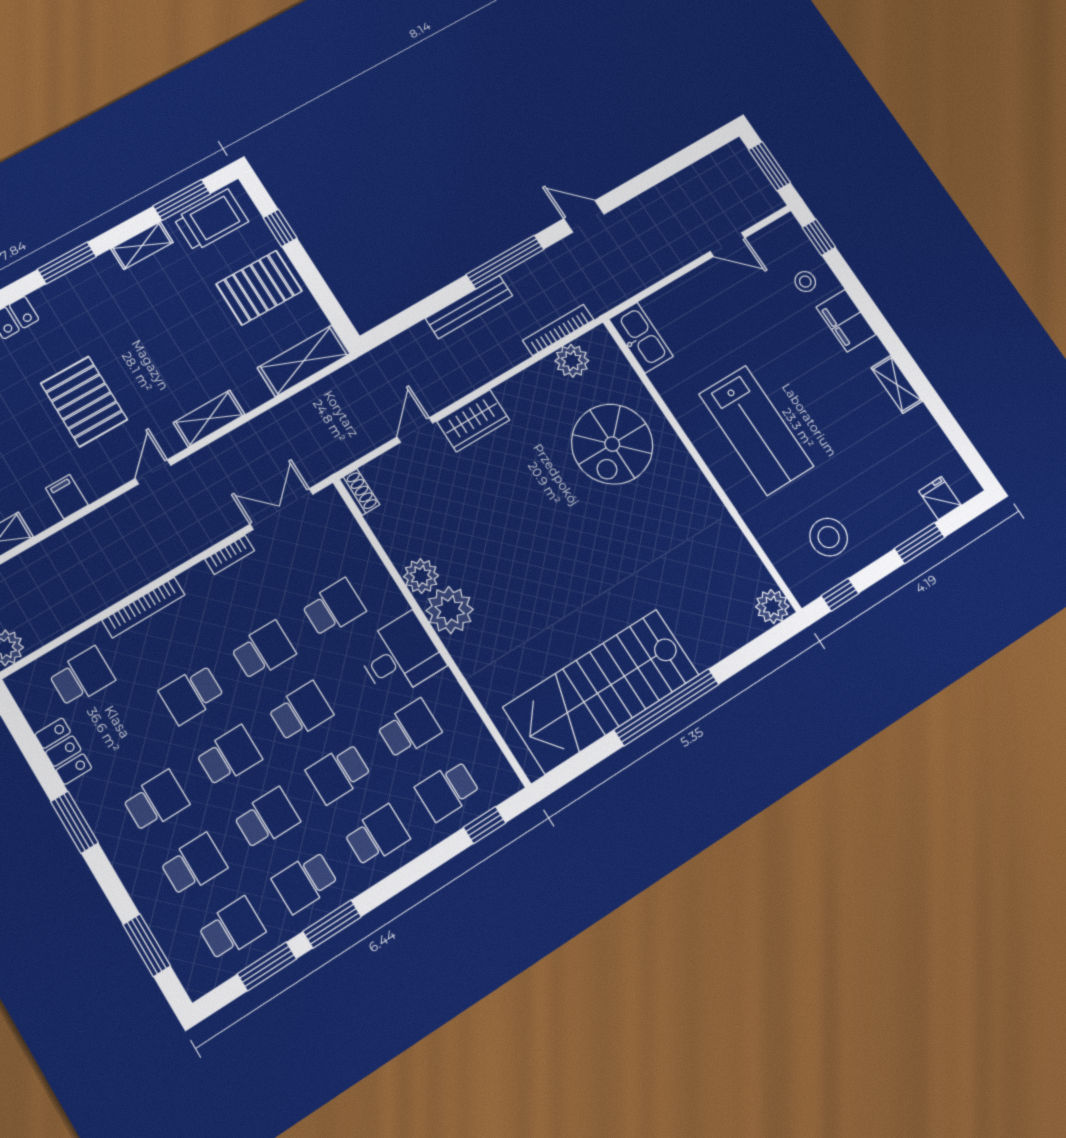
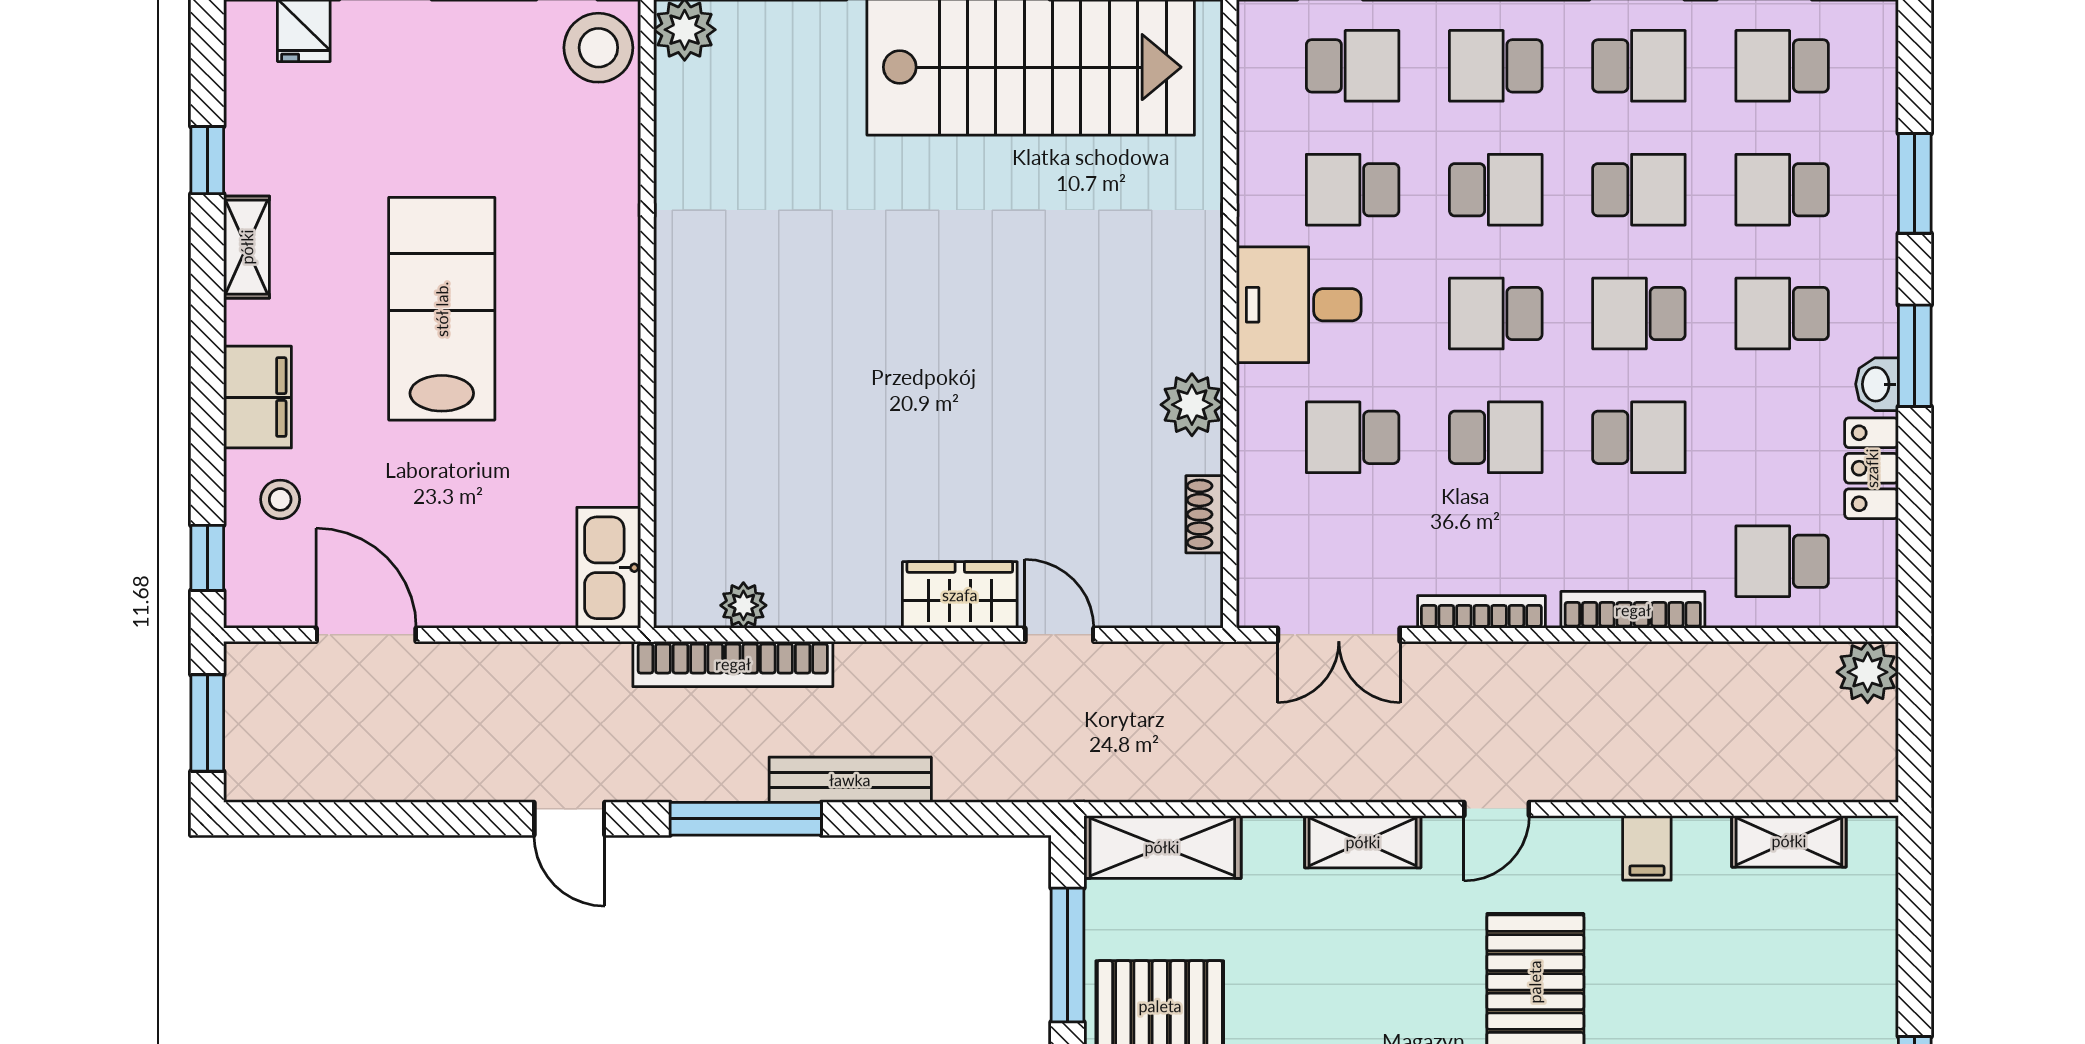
door: (728, 245) -> (366, 635), width x1.38
window: (317, 286) -> (1068, 955), added
bookcase: (558, 330) -> (733, 664), width x1.48, depth x1.31
plant: (572, 361) -> (743, 605), width x0.73, depth x0.73
window: (941, 413) -> (207, 160), added
door: (415, 430) -> (1059, 635), swing flipped
lab bench: (756, 430) -> (442, 309), moved
spiral stairs: (612, 444) -> (767, 428), removed
shoe rack: (359, 492) -> (1205, 514), moved
stool: (829, 537) -> (598, 48), moved
bookcase: (230, 555) -> (1481, 612), width x1.56
plant: (450, 610) -> (1181, 327), removed
school desk: (263, 651) -> (1496, 437), turned 180
washbasin: (86, 796) -> (1877, 384), added
school desk: (267, 819) -> (1639, 190), turned 180
window: (147, 945) -> (1915, 183), moved

